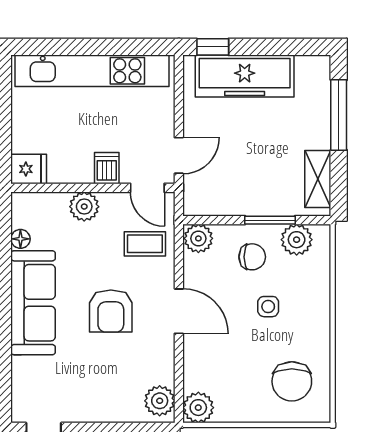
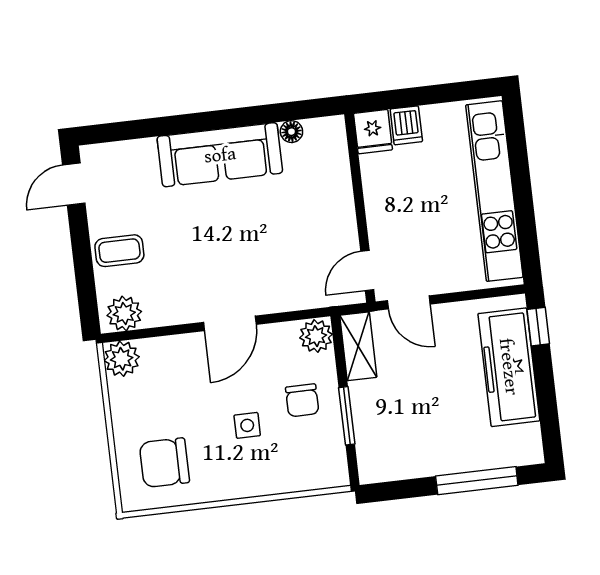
dishwasher: (107, 168) -> (406, 125), moved, turned 90
shelving: (318, 179) -> (358, 346), moved, turned 90
plant: (84, 207) -> (337, 200), removed
plant: (297, 240) -> (328, 449), removed
coffee table: (145, 244) -> (119, 251), moved, turned 90
armchair: (111, 311) -> (221, 245), removed

